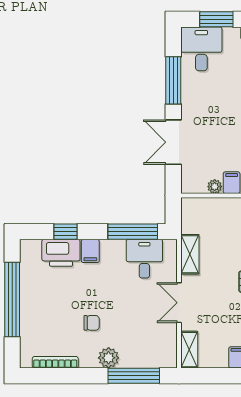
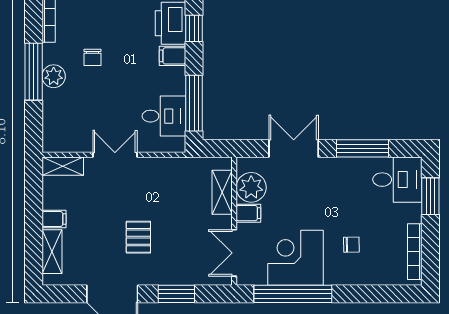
plant: (215, 187) -> (251, 187), width x1.87, depth x1.87
shelving: (190, 254) -> (222, 192), moved, turned 90
window: (134, 376) -> (34, 72), moved

